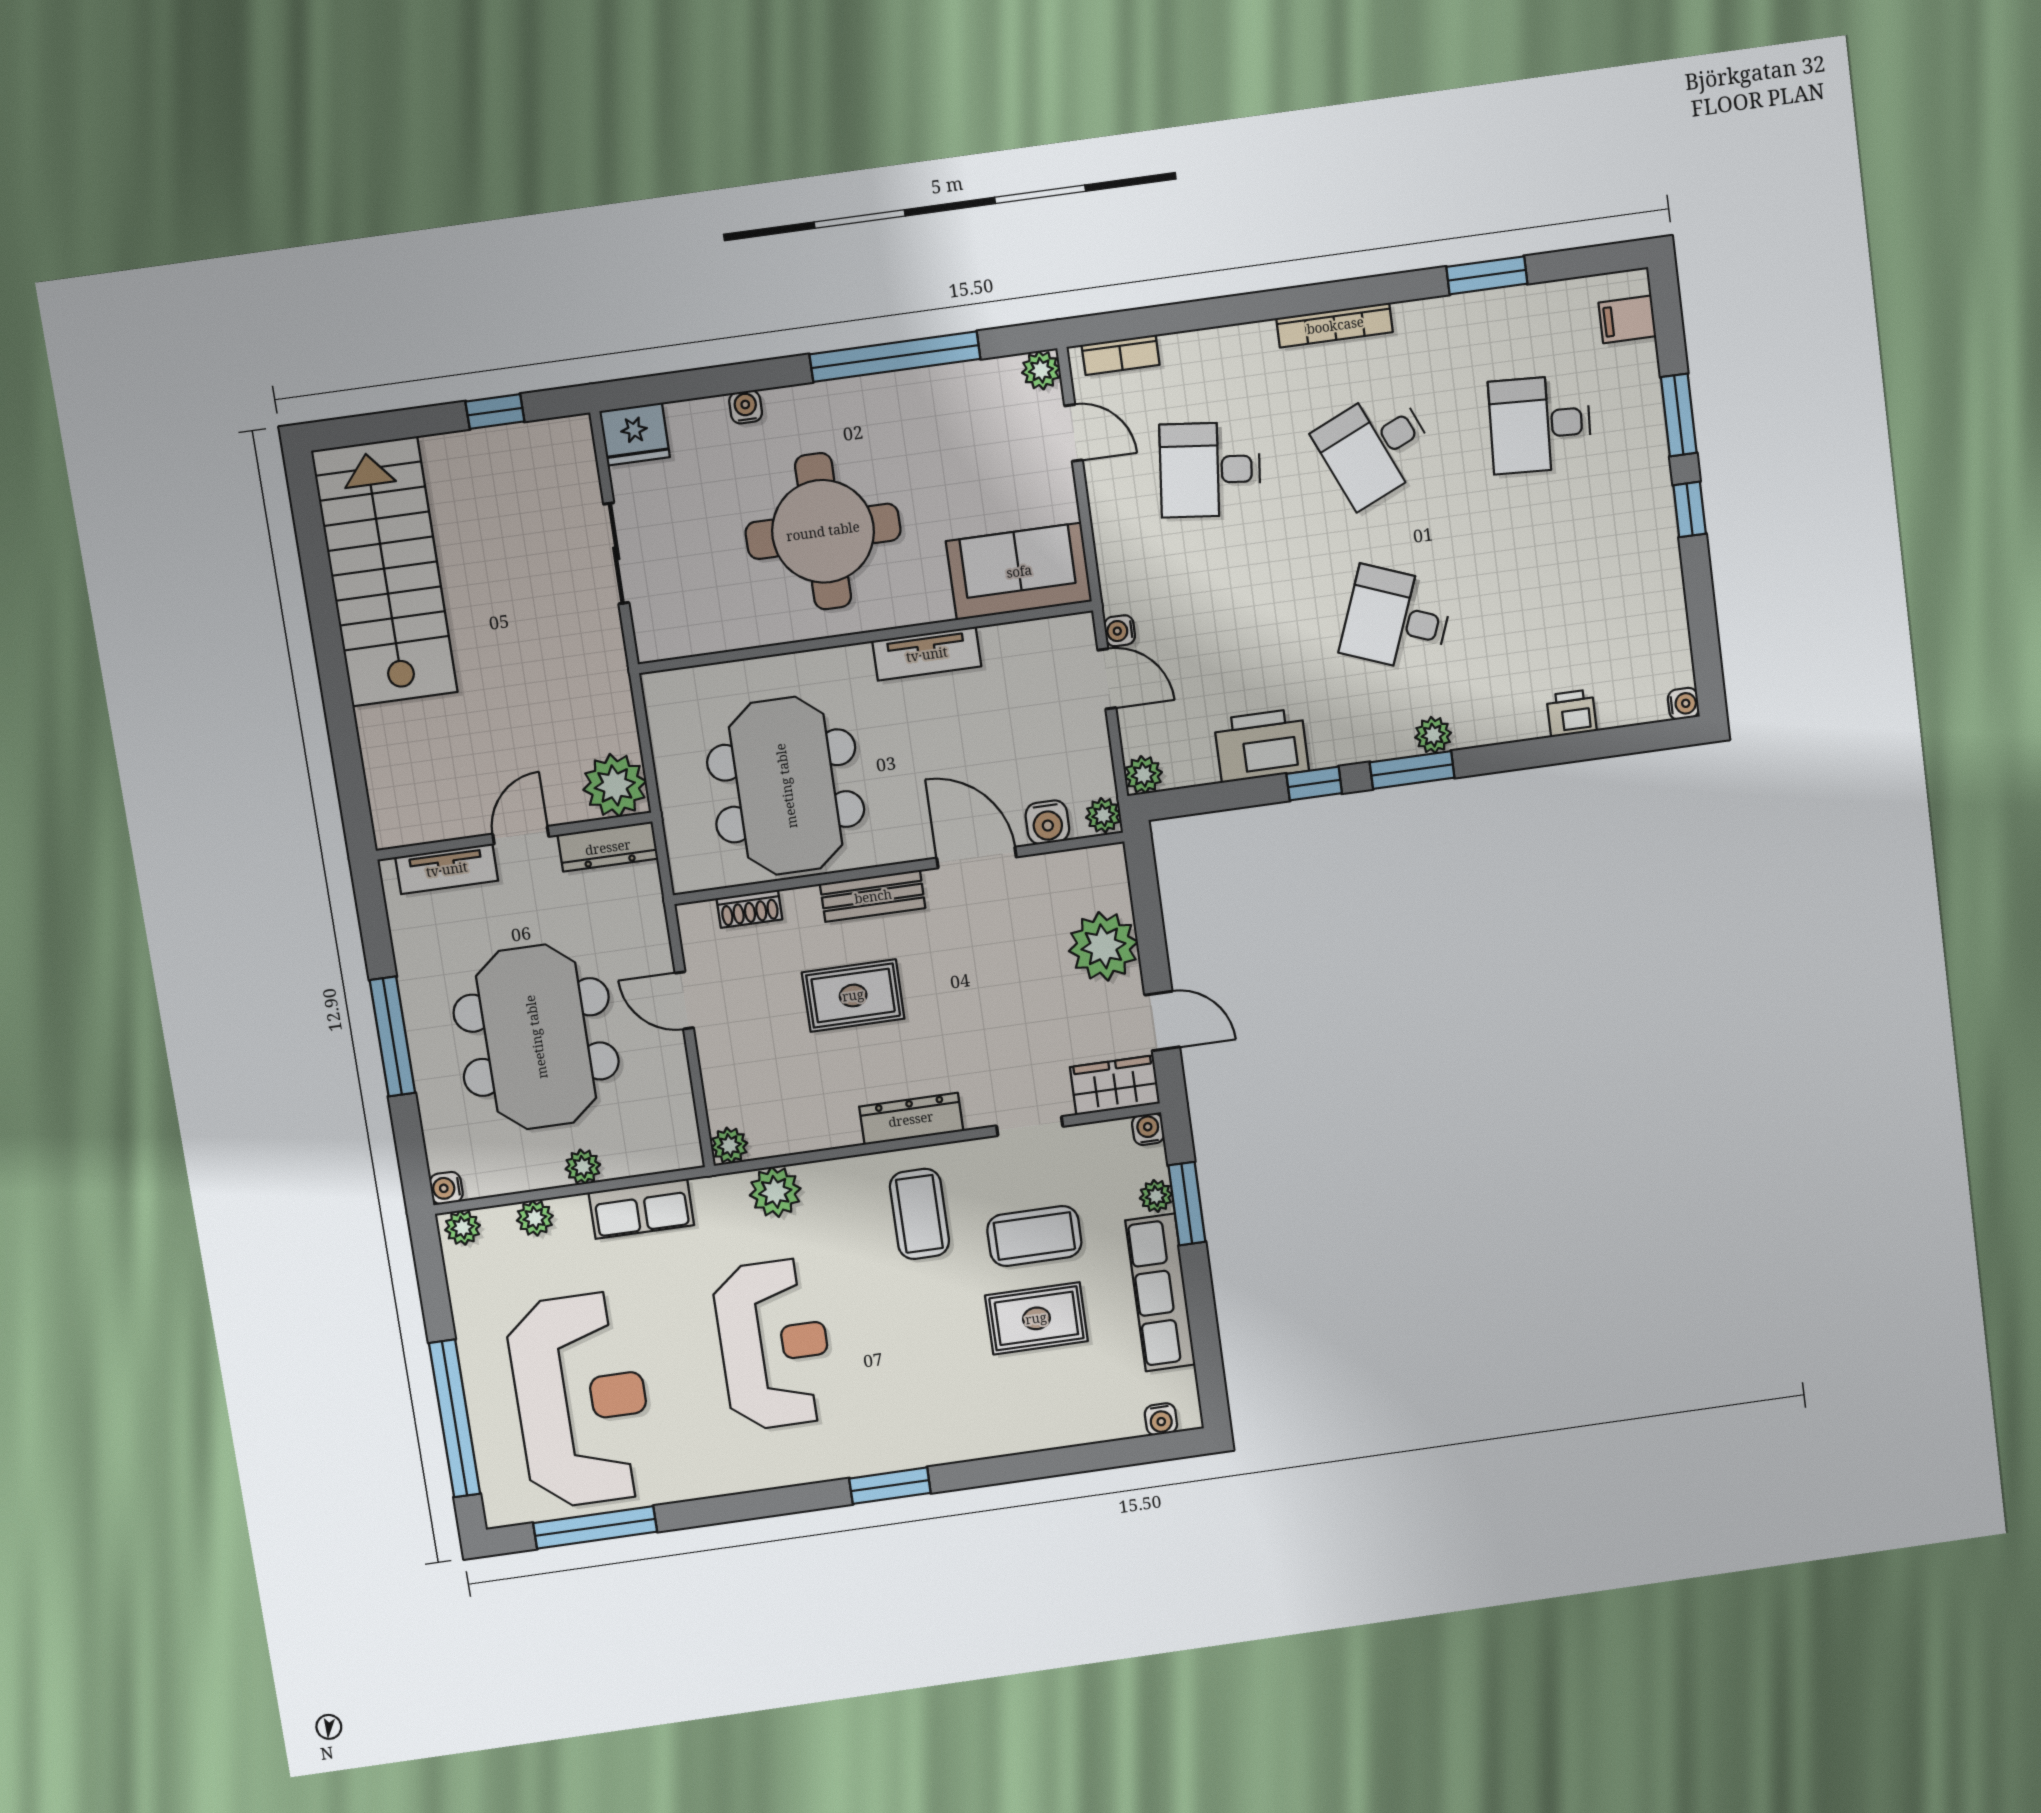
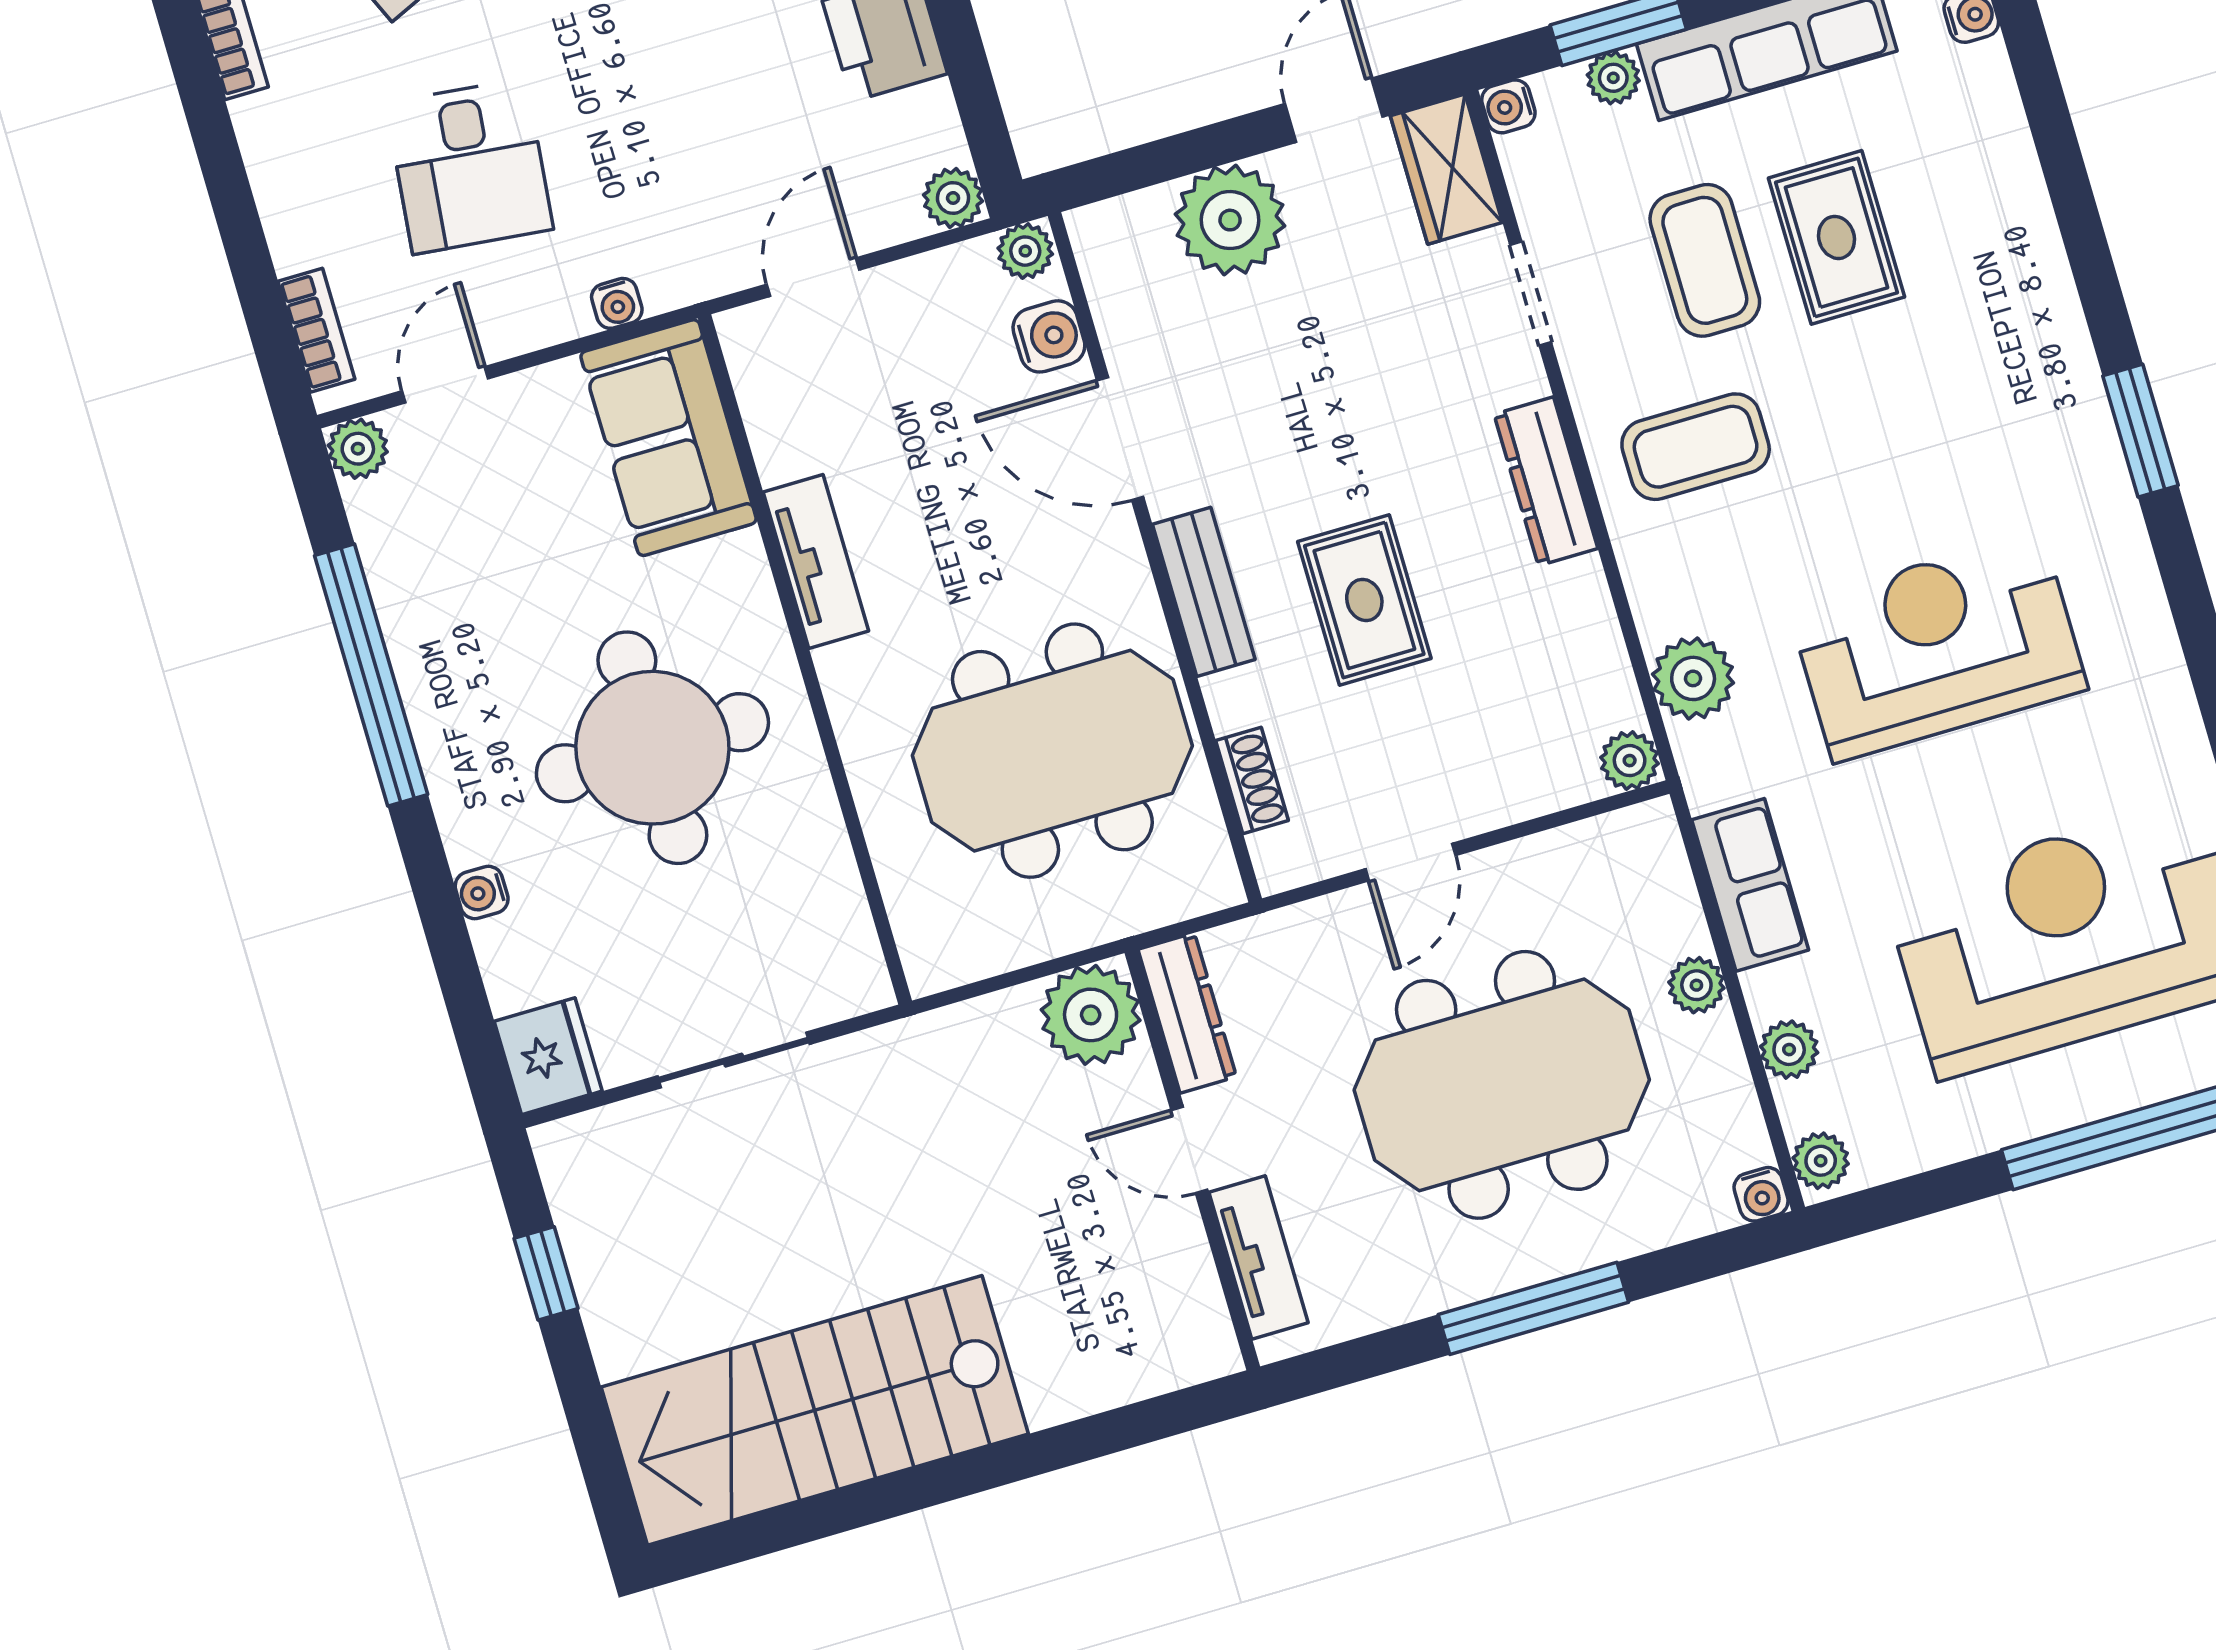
water cooler: (1120, 631) -> (617, 303), moved
door: (976, 858) -> (1120, 439), hinge flipped

